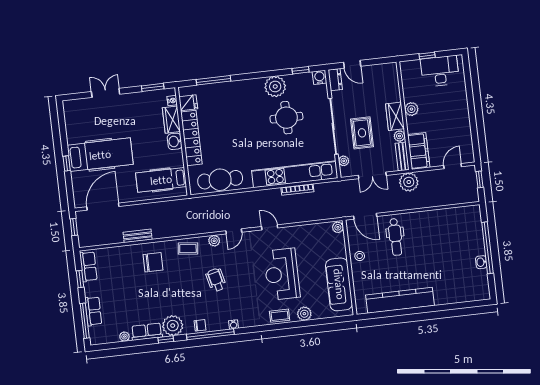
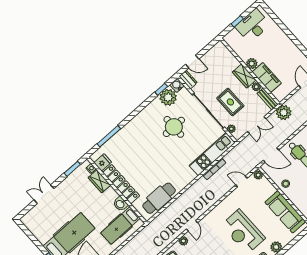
plant: (275, 86) -> (168, 97), moved
washbasin: (175, 141) -> (120, 204), moved
filing cabinet: (419, 151) -> (267, 78), moved
kitchen unit: (295, 174) -> (212, 154), width x0.73
door: (270, 227) -> (241, 182), moved

